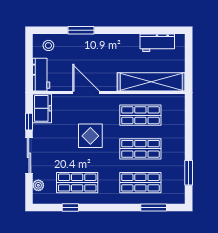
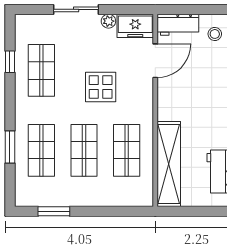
door: (86, 92) -> (155, 61), moved
window: (29, 122) -> (118, 9), removed
plant: (38, 185) -> (108, 21), moved
window: (154, 207) -> (10, 147), moved

